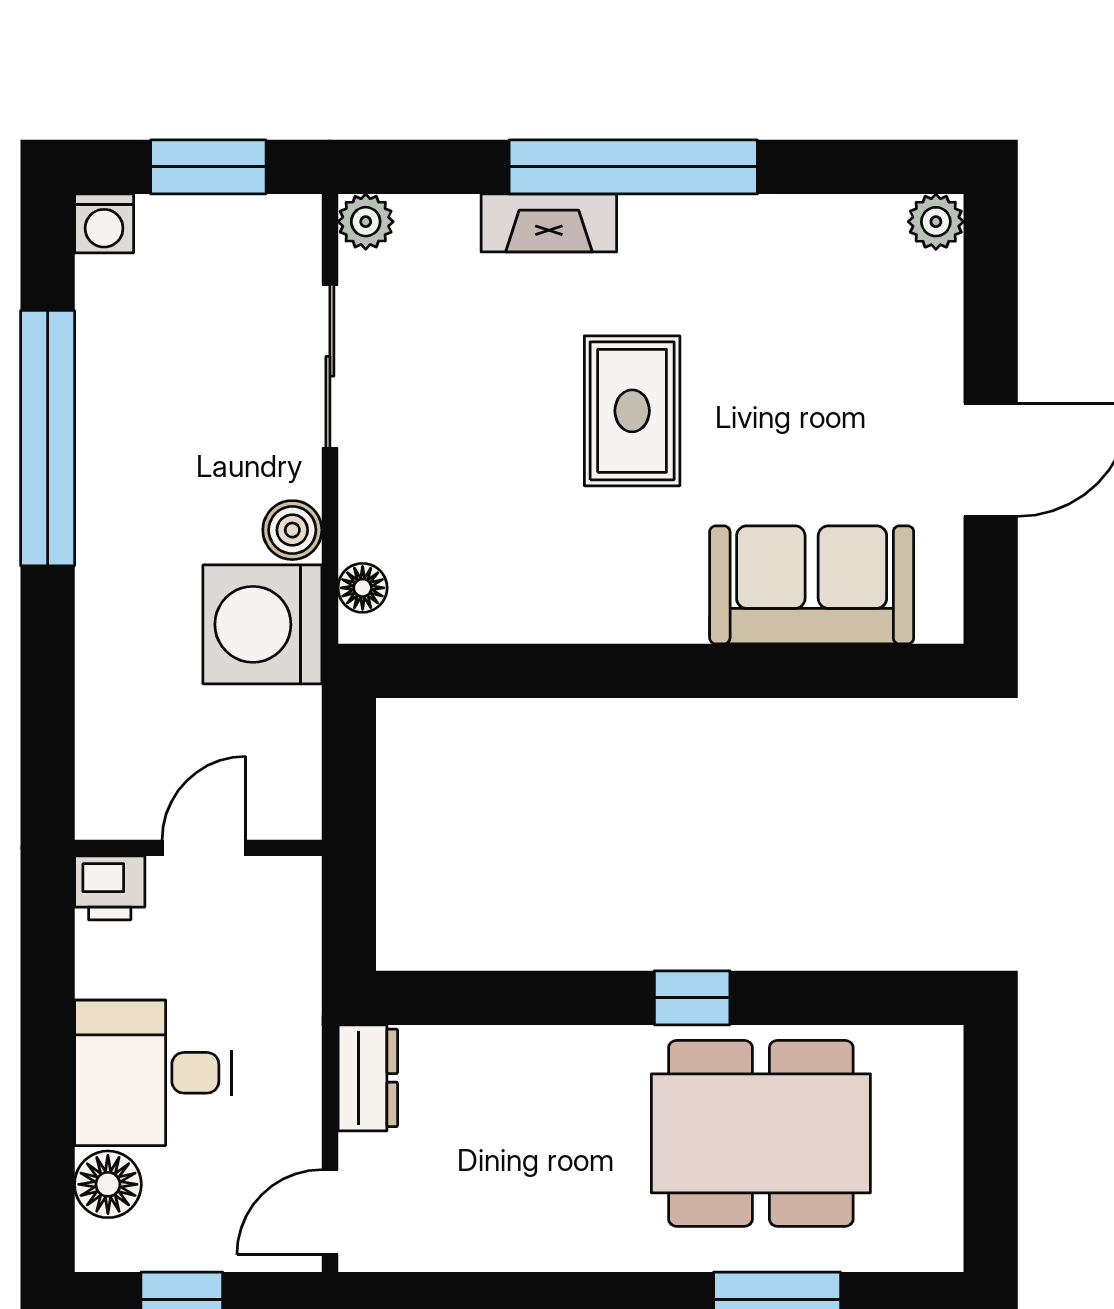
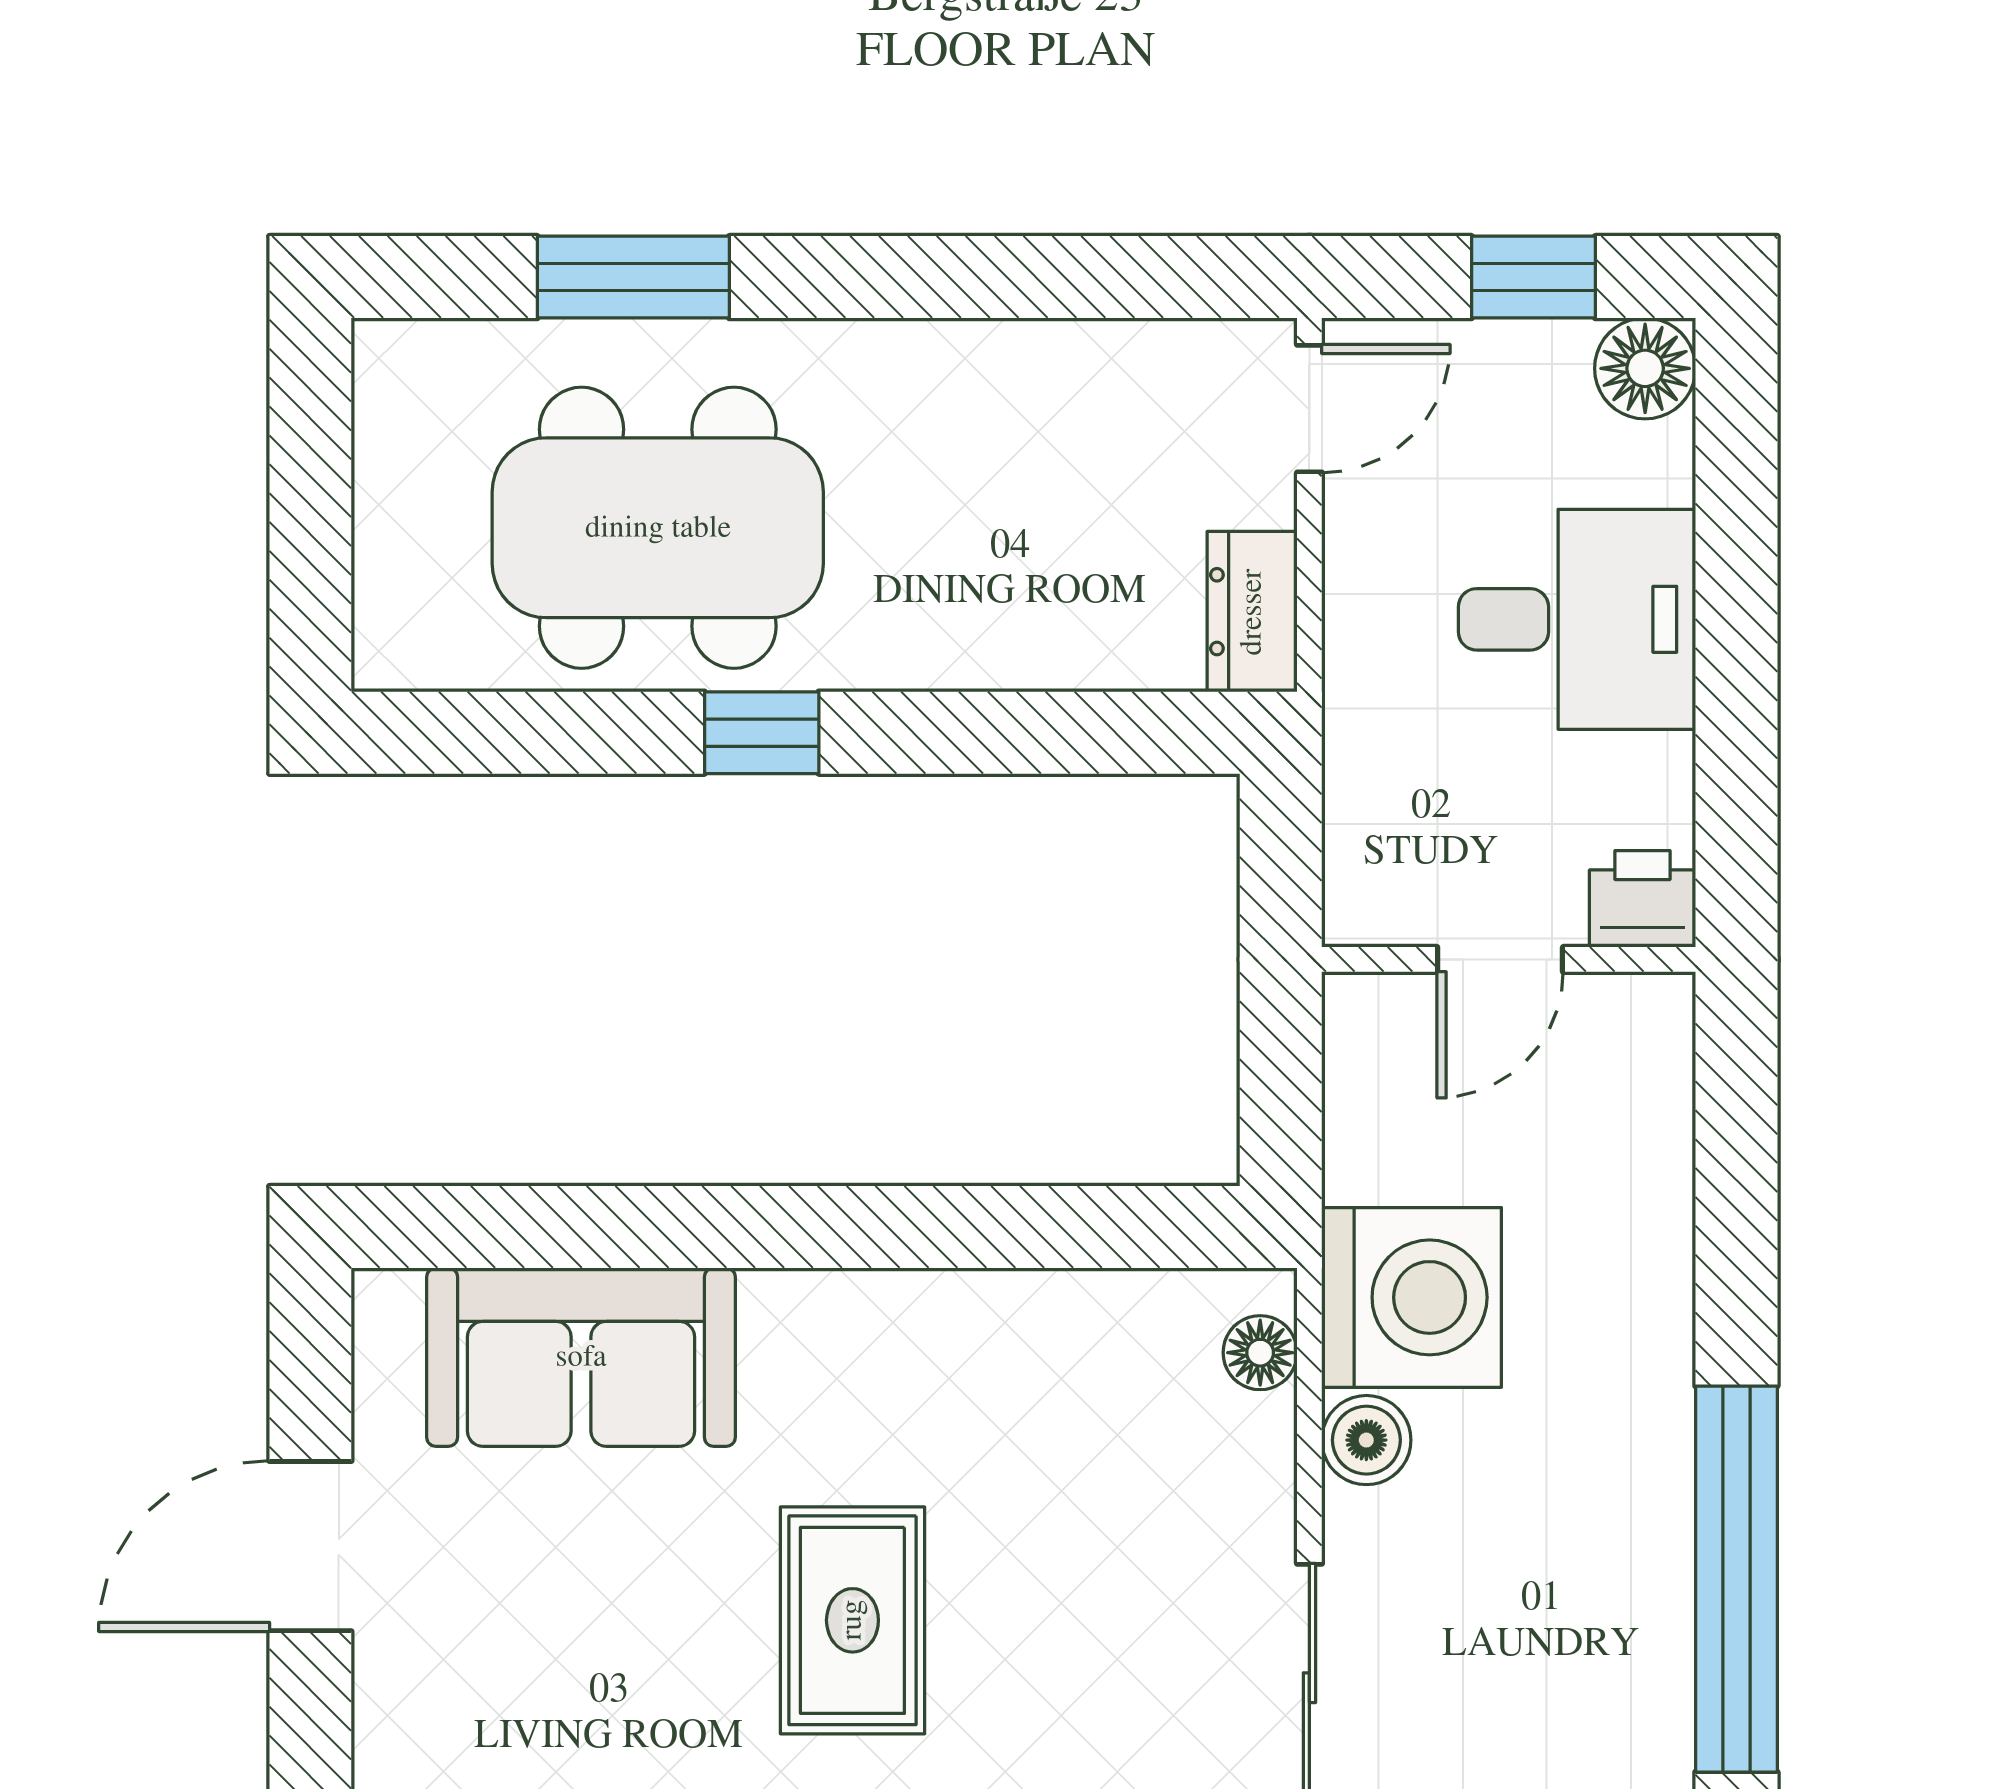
floor lamp: (108, 1184) -> (1645, 368), moved

